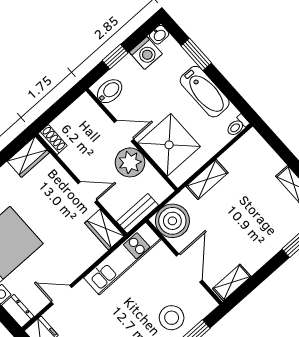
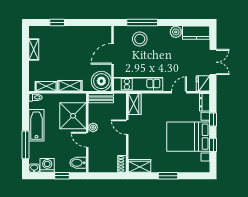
window: (196, 54) -> (26, 145), width x1.44
plant: (130, 162) -> (93, 127), width x0.53, depth x0.53
bench: (138, 213) -> (101, 98), moved
shelving: (232, 282) -> (46, 86), moved
door: (61, 295) -> (179, 92), swing flipped

